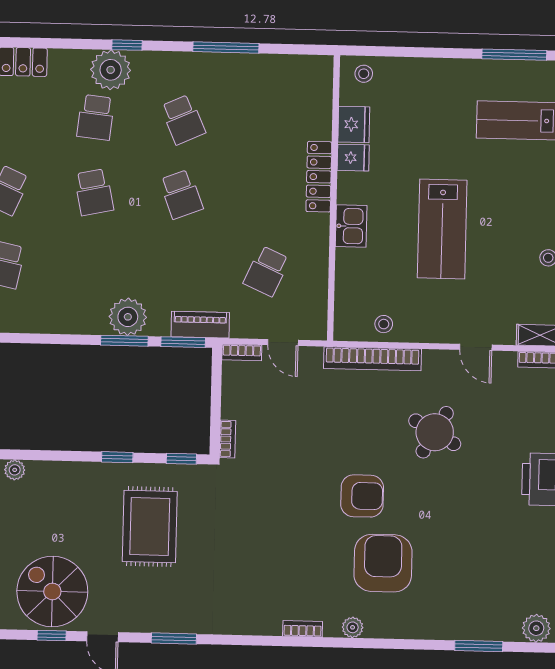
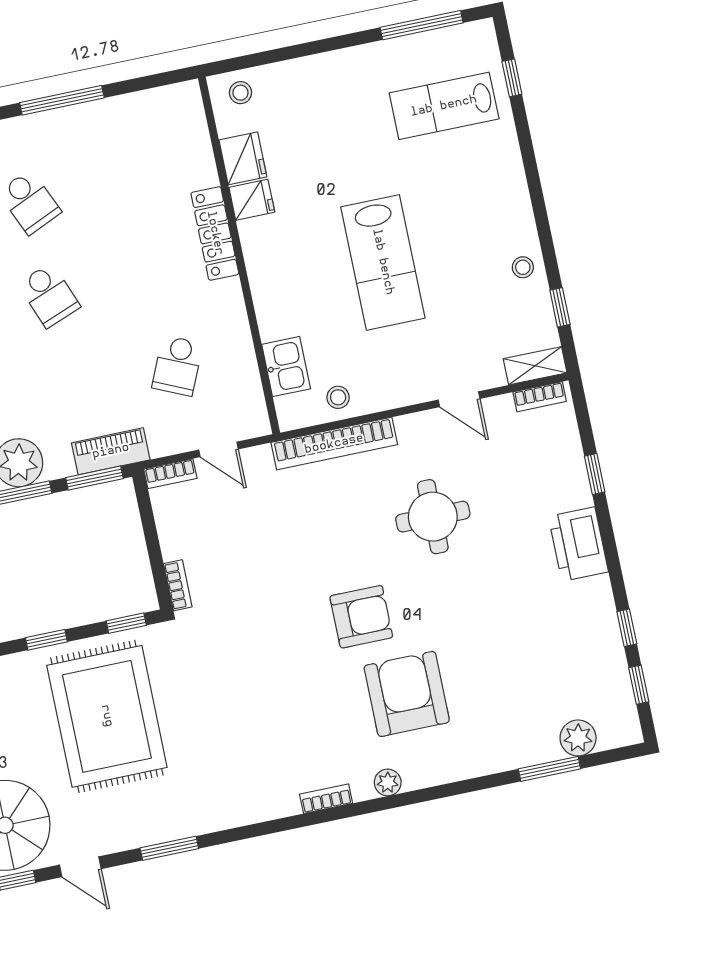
kitchen sink: (351, 226) -> (286, 367), moved
round table: (435, 432) -> (433, 517), turned -30
rug: (150, 527) -> (107, 716), width x1.37, depth x1.44
plant: (536, 628) -> (578, 738), moved

